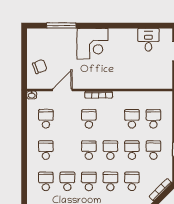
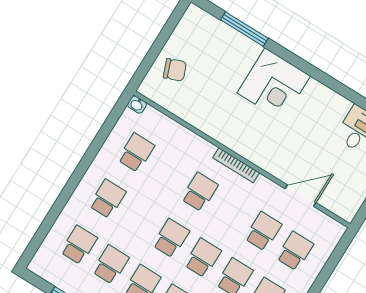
door: (62, 90) -> (300, 196), moved

